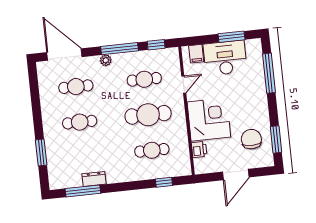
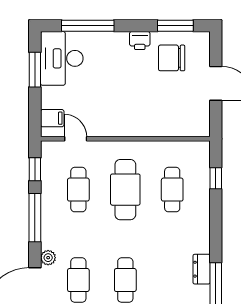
desk: (225, 58) -> (62, 58), moved
plant: (106, 60) -> (48, 258), moved
door: (184, 85) -> (76, 139), moved
corner desk: (209, 120) -> (140, 111), removed
printer: (199, 149) -> (140, 41), moved, turned 180

